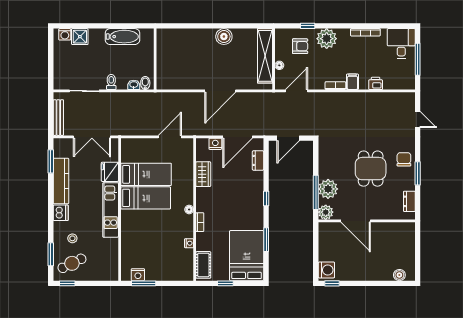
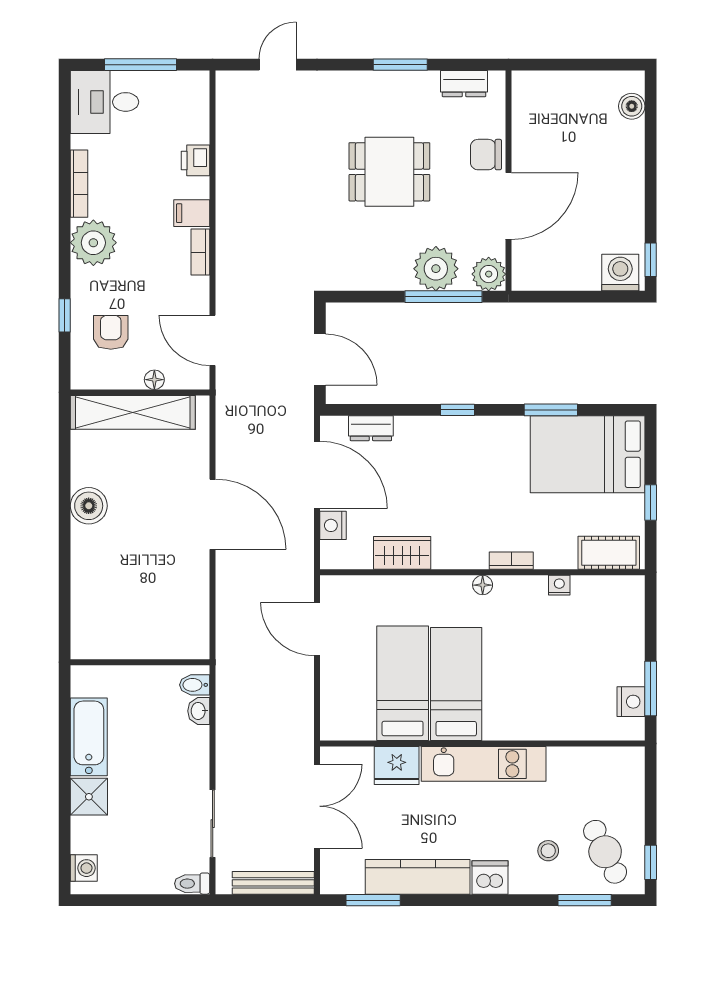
shower: (80, 37) -> (89, 797), moved
plant: (327, 39) -> (93, 243), moved
toilet: (111, 82) -> (192, 884), moved
chair: (404, 159) -> (486, 155), moved

